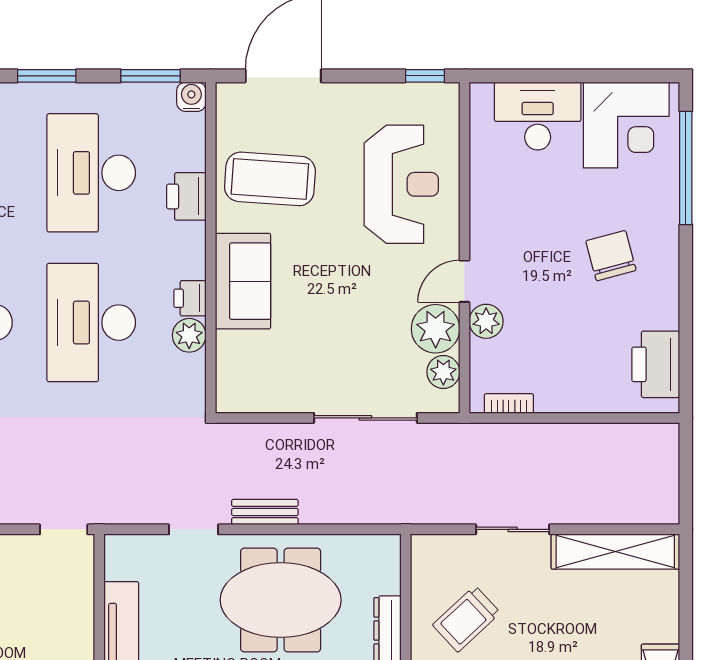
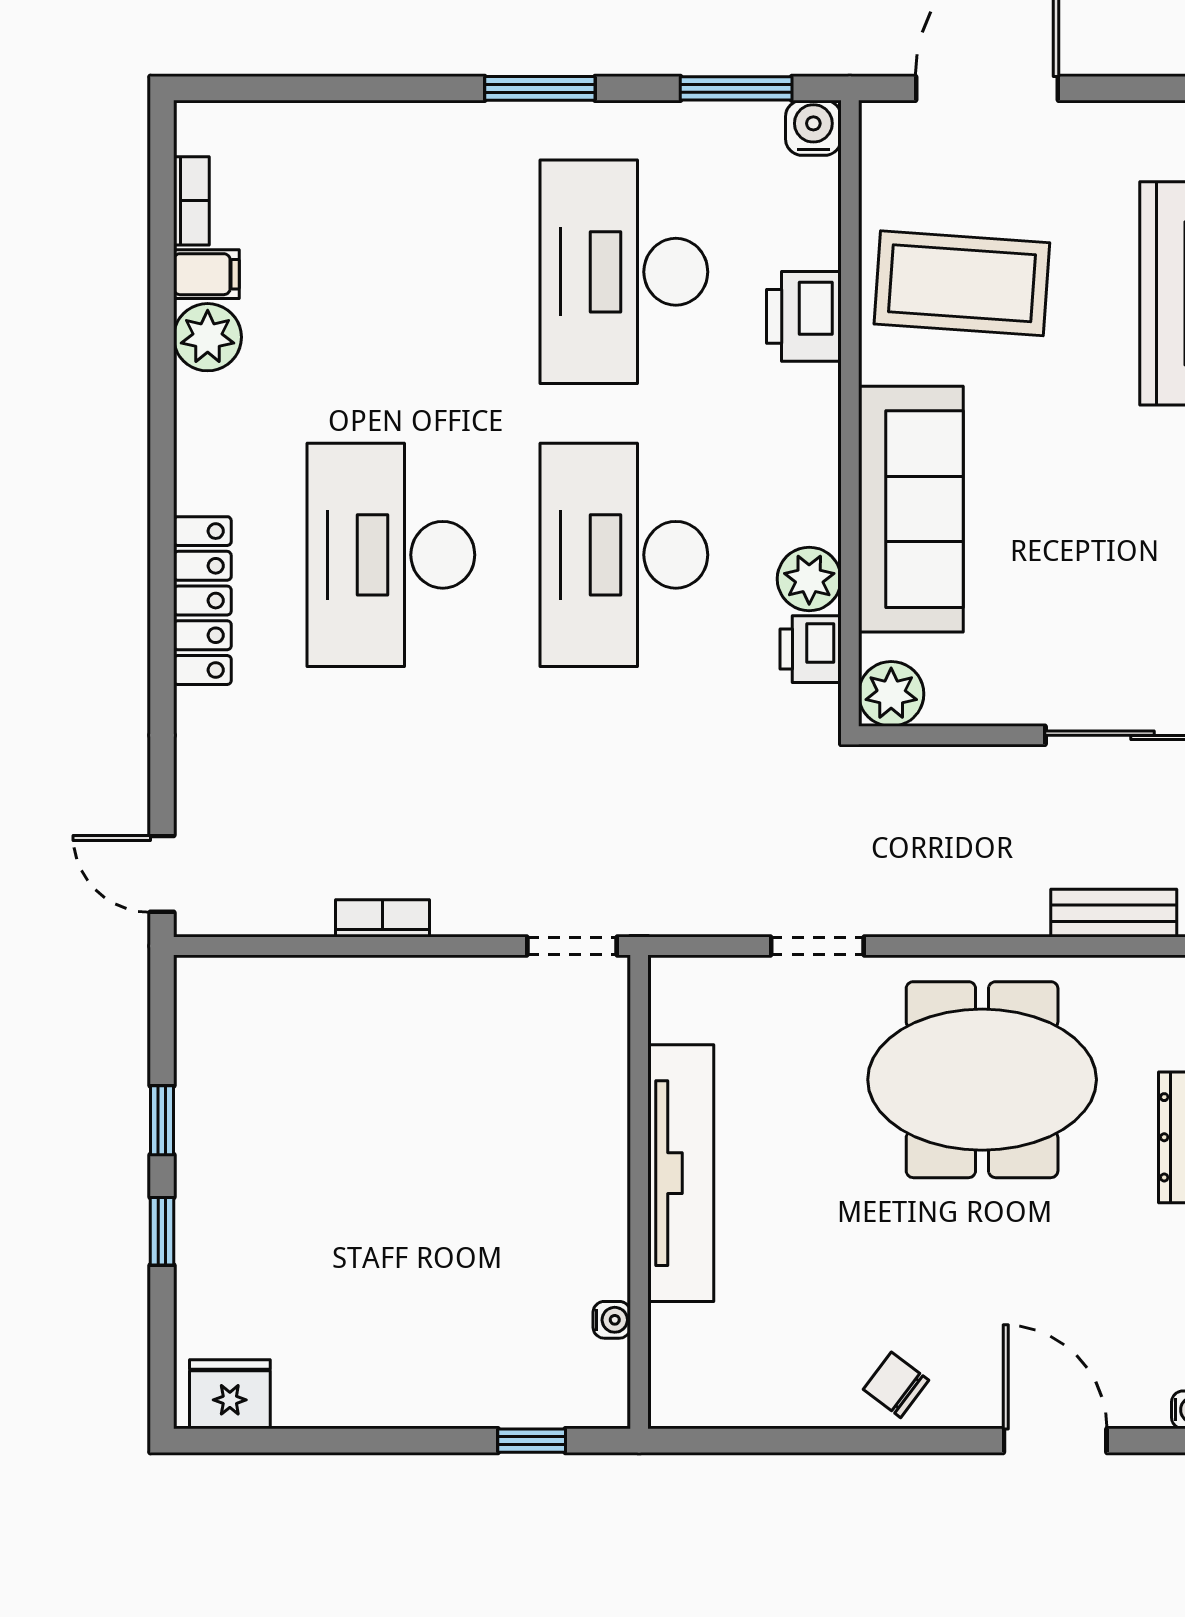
sofa: (243, 281) -> (911, 509), width x1.36
printer: (190, 298) -> (811, 649), moved
plant: (233, 396) -> (891, 694), added
bench: (265, 512) -> (1114, 913), moved

